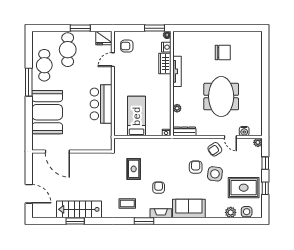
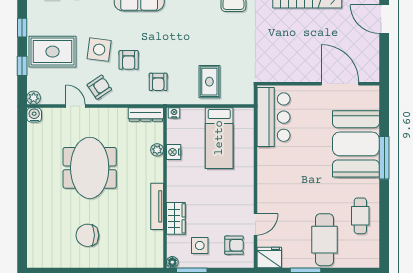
side table: (149, 46) -> (200, 246), added
nightstand: (166, 47) -> (174, 152), moved
cafe table: (44, 65) -> (360, 216), width x0.73, depth x0.74
window: (29, 82) -> (384, 158), moved
bar counter: (101, 104) -> (273, 117), moved
water cooler: (244, 131) -> (34, 115), moved
rug: (134, 169) -> (209, 82), moved
armchair: (159, 188) -> (158, 82), moved
rug: (244, 188) -> (52, 52), moved

